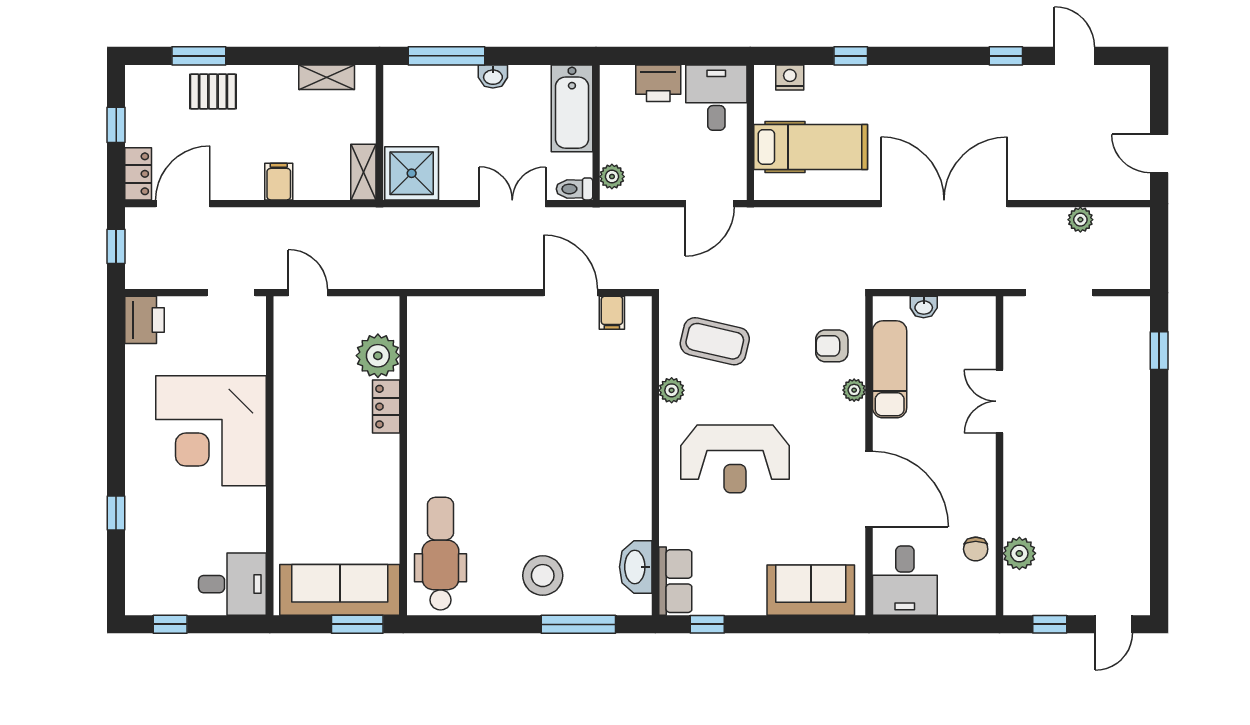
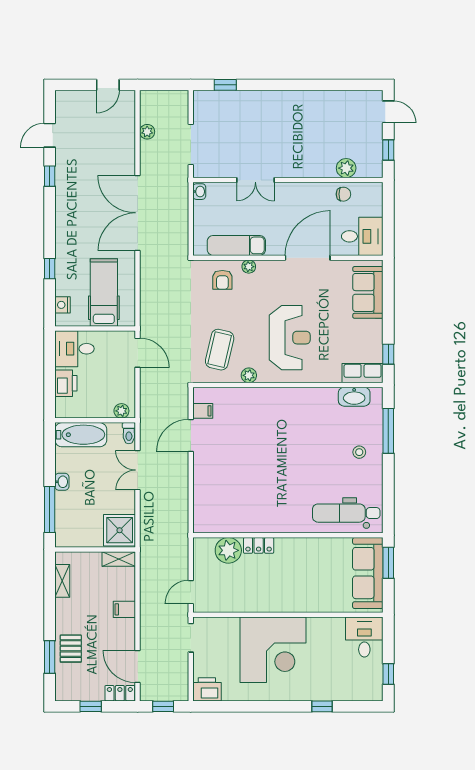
washbasin: (924, 307) -> (199, 192), moved
stool: (543, 576) -> (359, 452), width x0.53, depth x0.53

